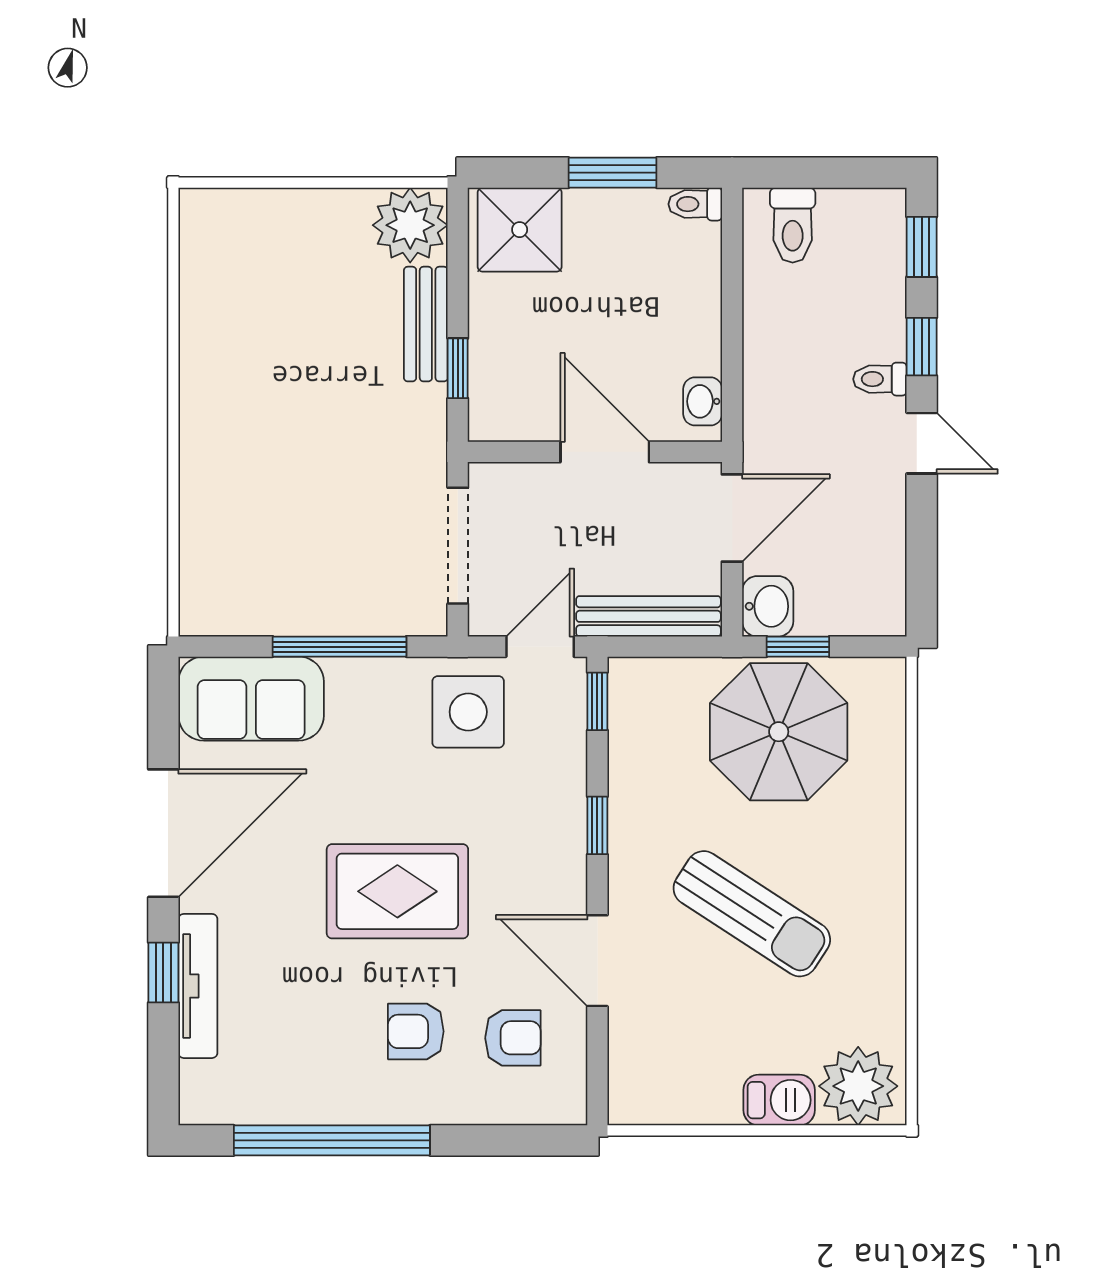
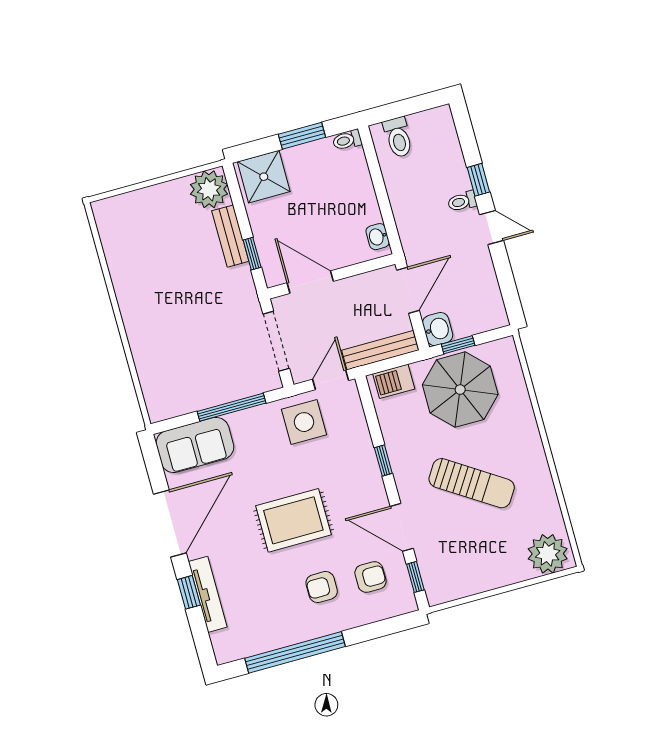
window: (922, 247) -> (465, 130), removed
door: (605, 452) -> (310, 282), moved
window: (597, 701) -> (415, 577), moved
barbecue: (779, 1100) -> (394, 381), moved, turned 180

